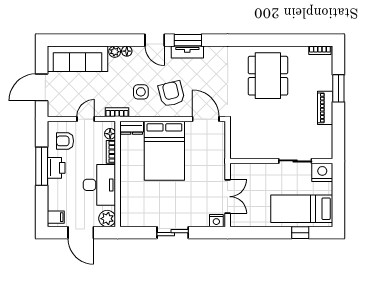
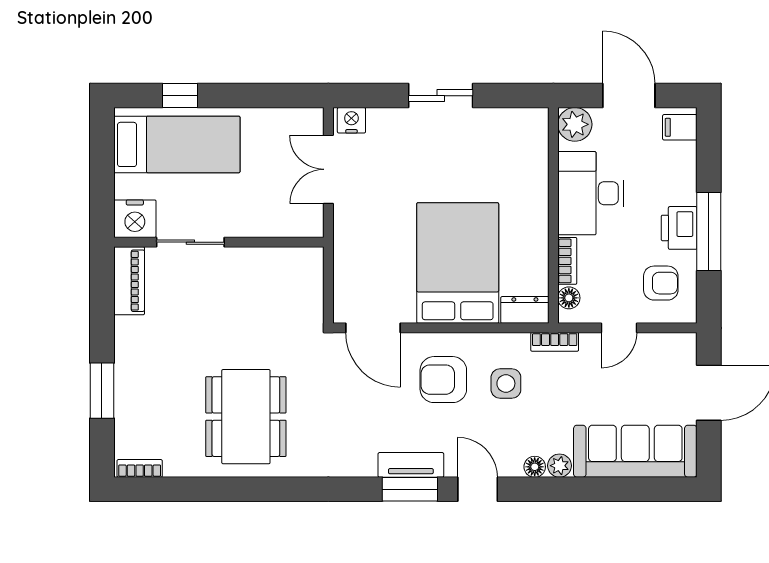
armchair: (171, 94) -> (443, 380), turned 104
piano: (325, 108) -> (129, 281), moved

